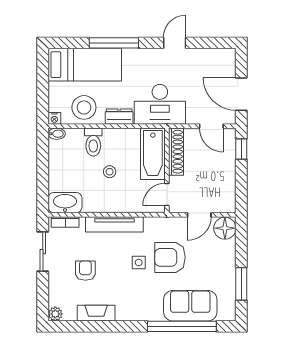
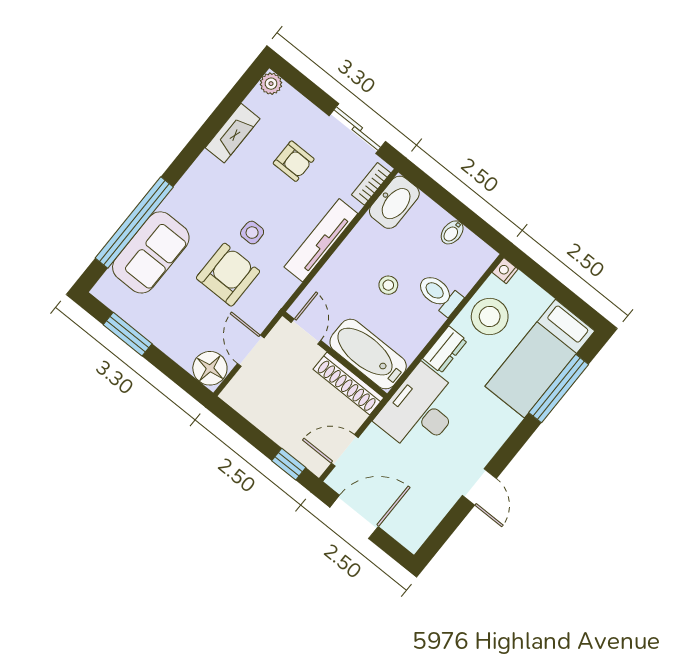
window: (114, 43) -> (559, 389), moved
bidet: (57, 134) -> (452, 232), moved

